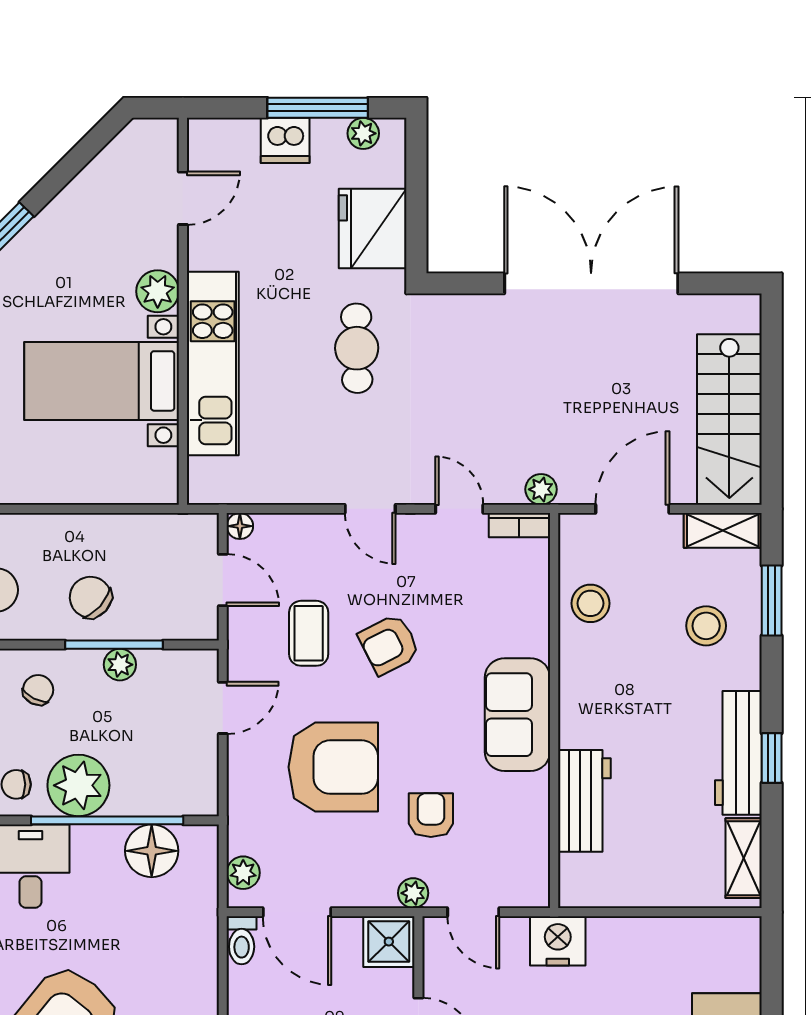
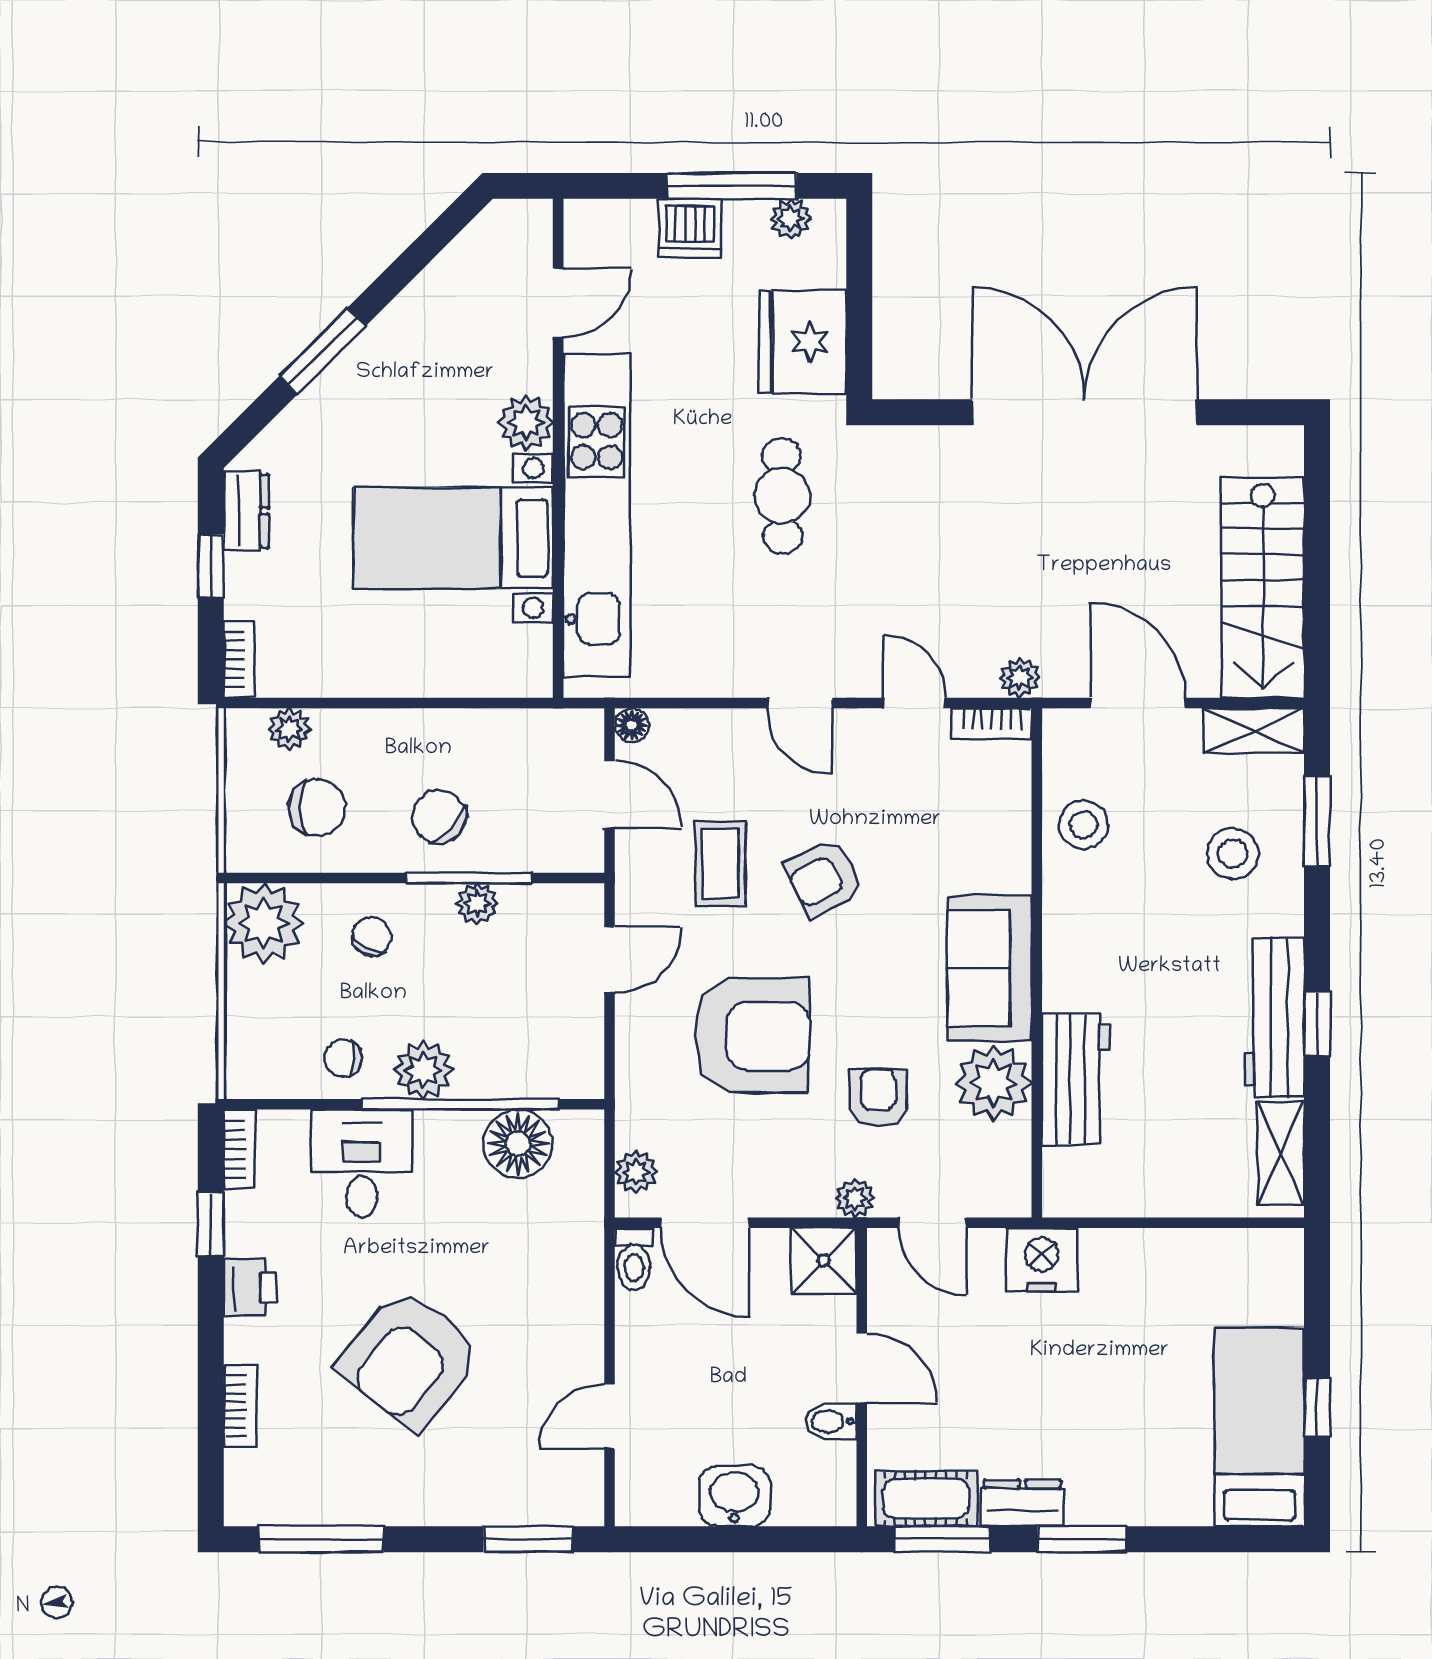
kitchen unit: (213, 363) -> (597, 516), width x1.36
door: (632, 509) -> (1138, 703), hinge flipped
plant: (78, 785) -> (424, 1070), width x0.73, depth x0.73
plant: (521, 804) -> (994, 1083), added

